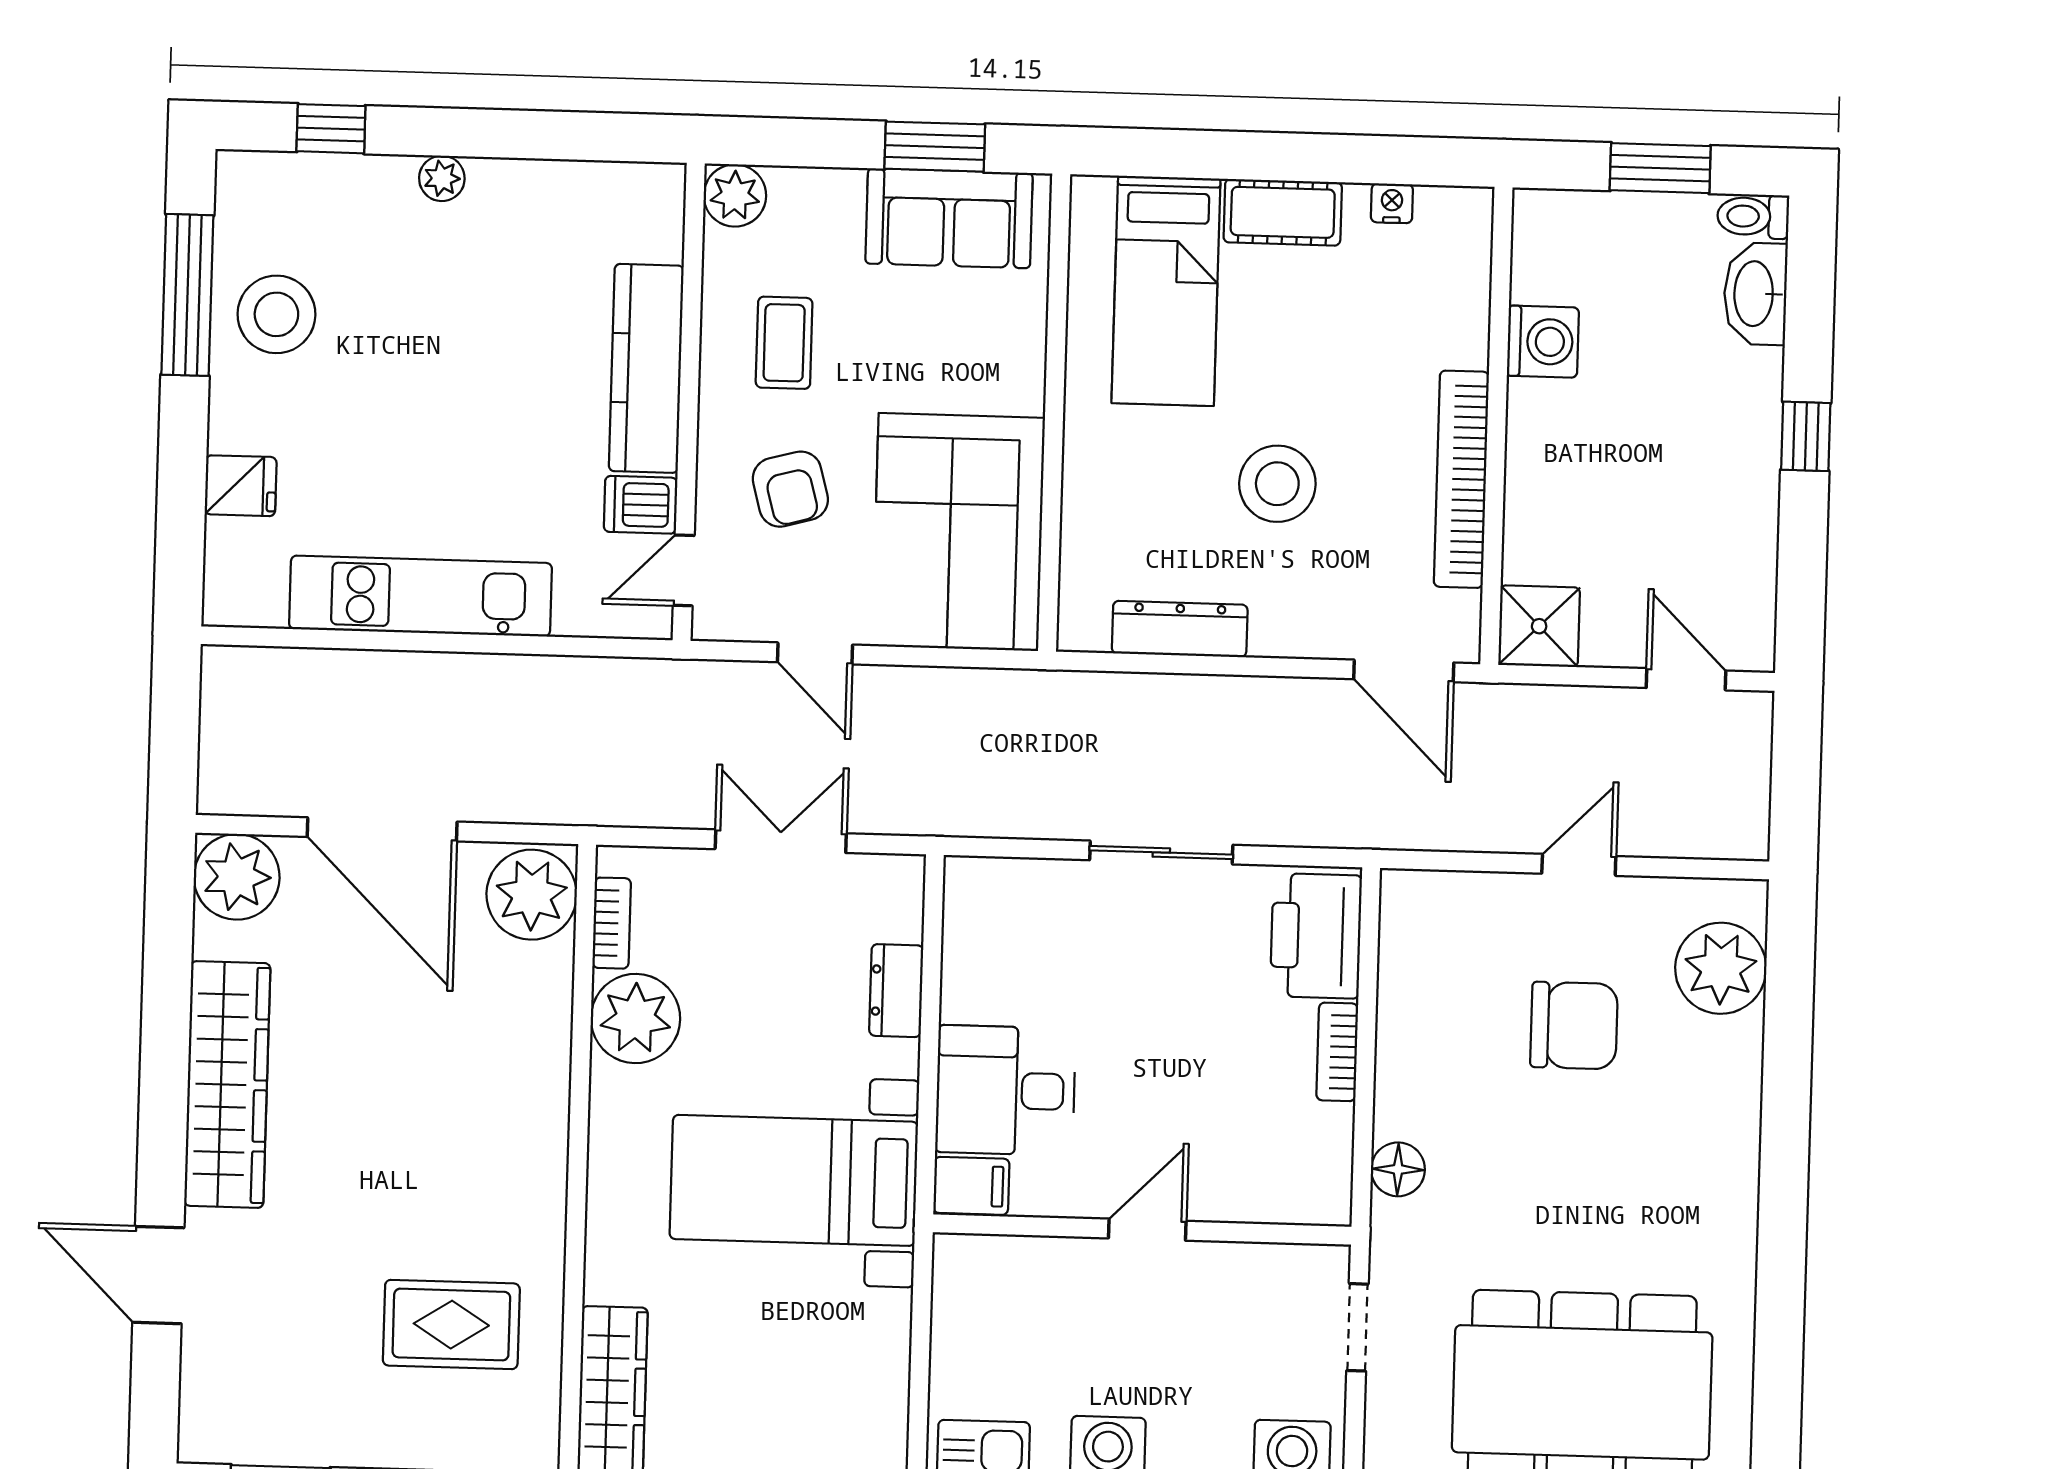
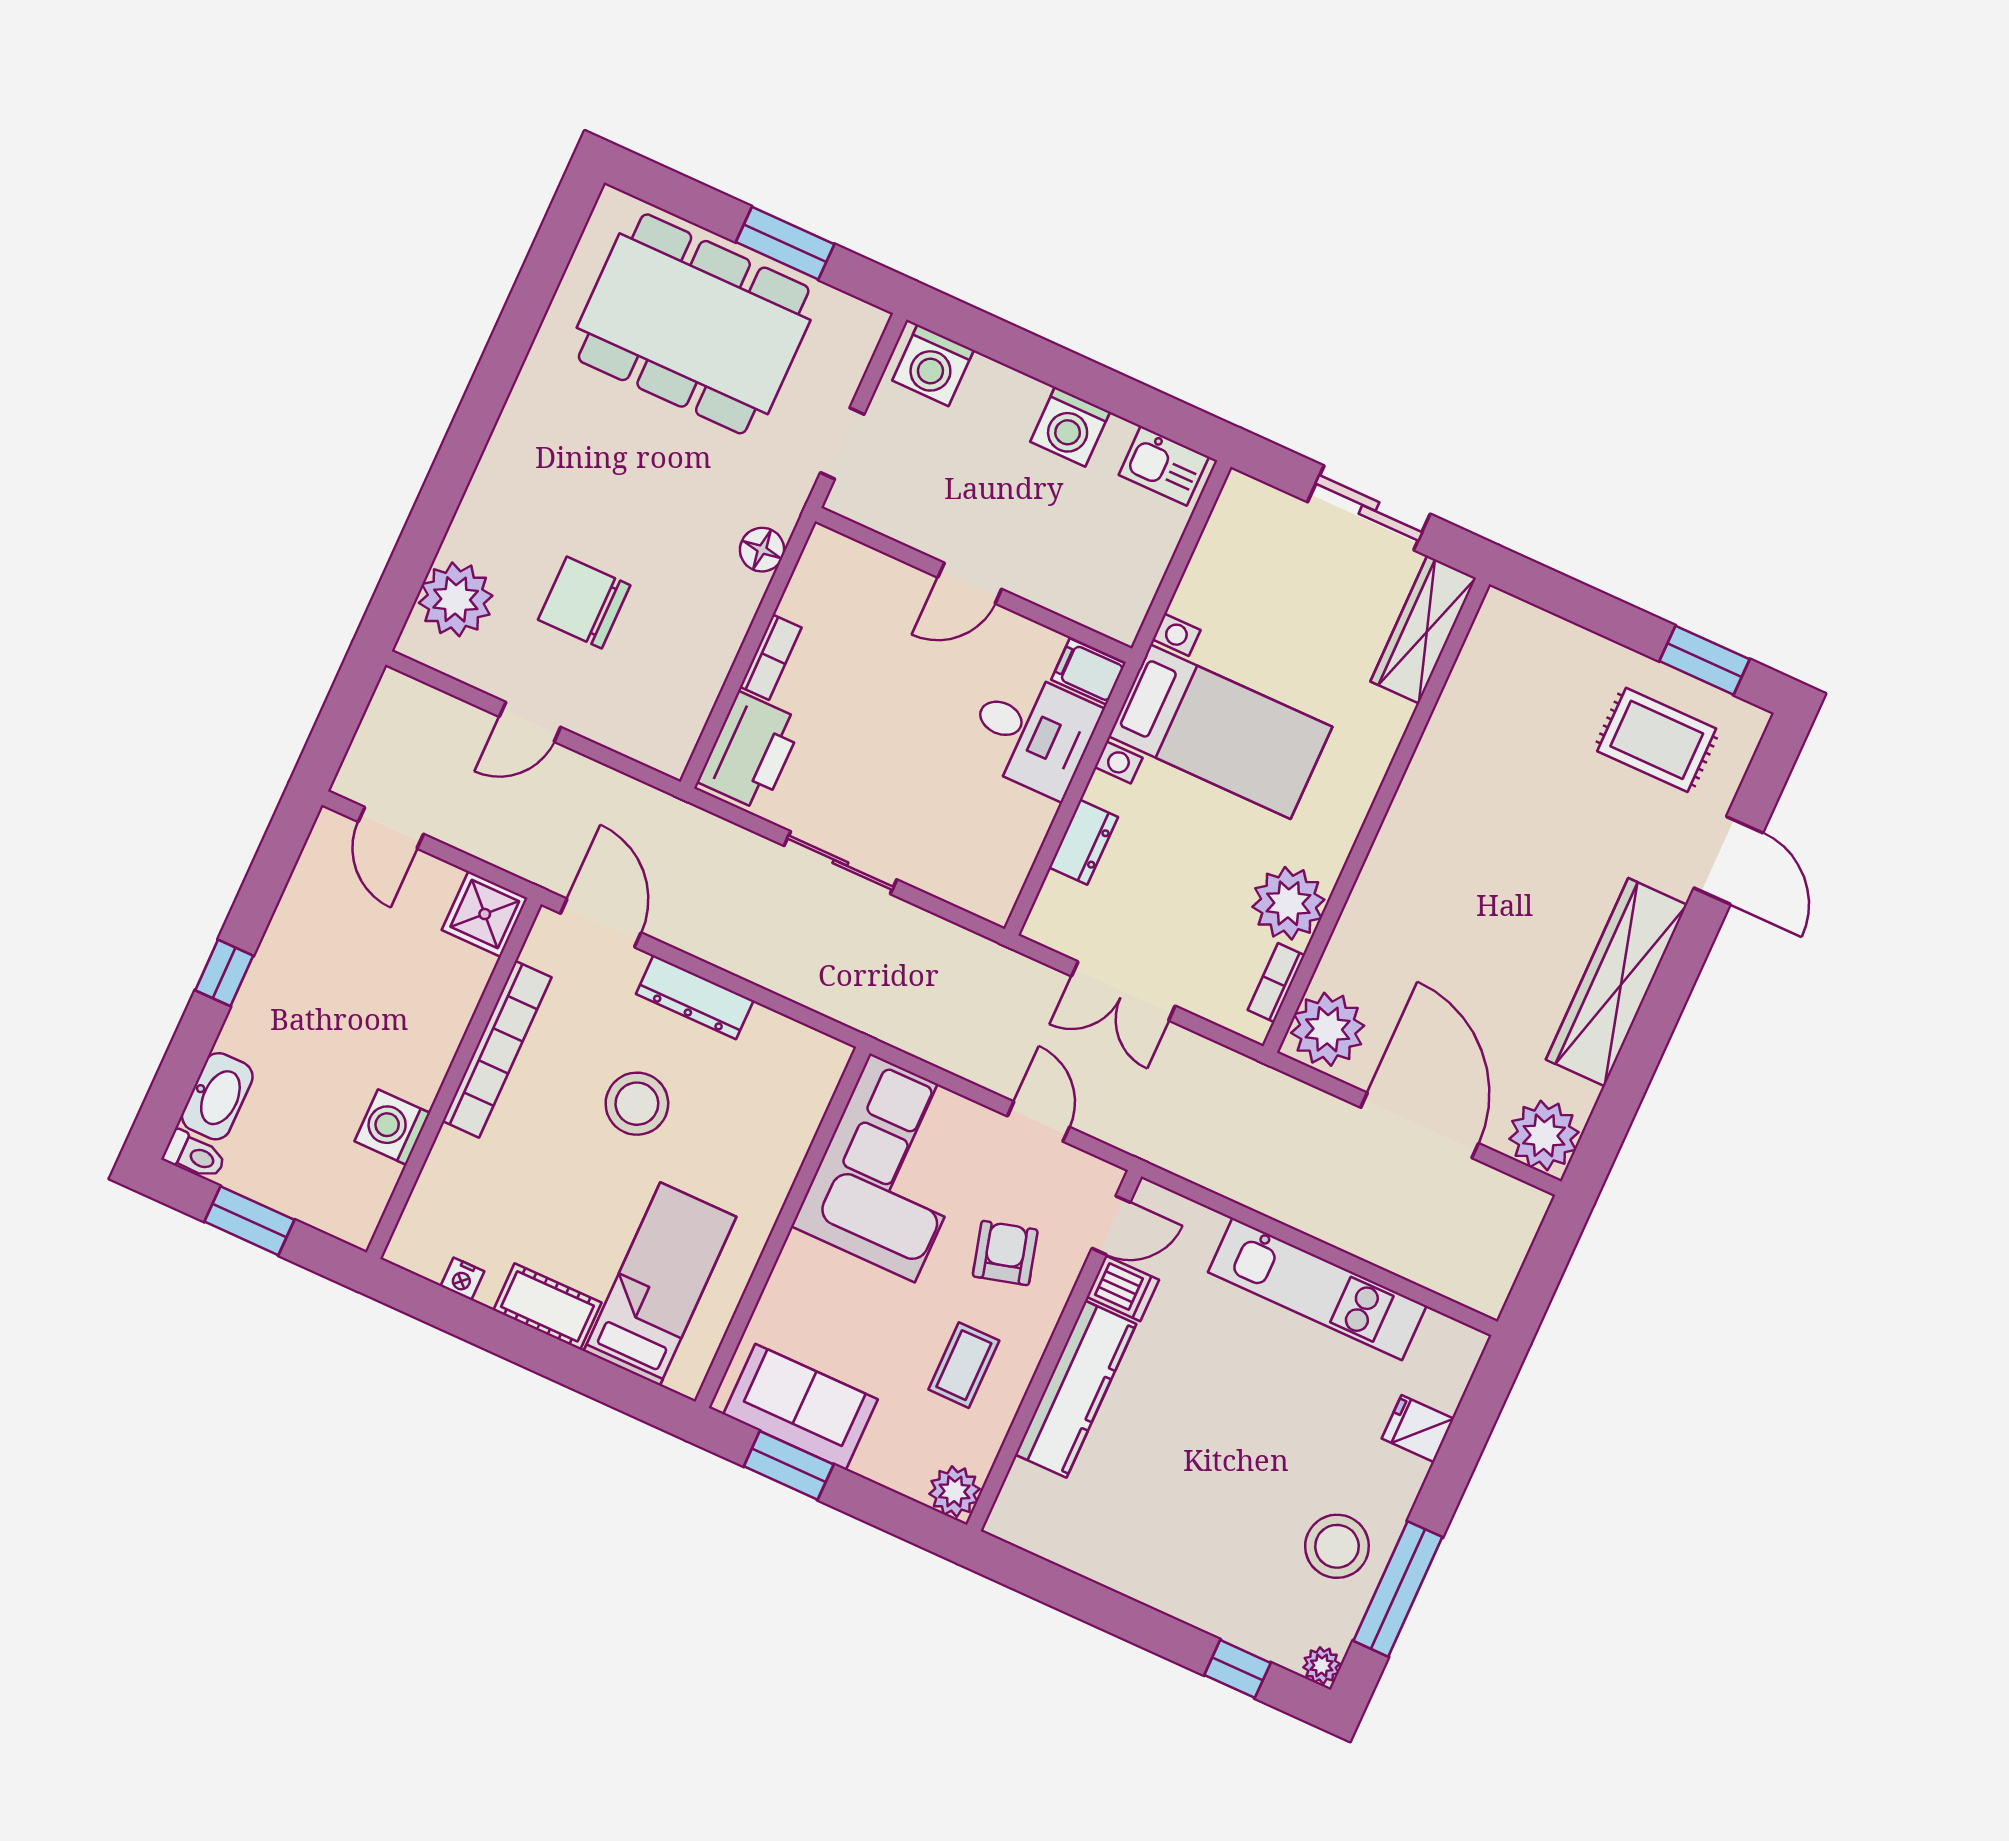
plant: (442, 178) -> (1322, 1666), moved
dresser: (1180, 629) -> (695, 997), moved
rug: (451, 1325) -> (1657, 740), moved

